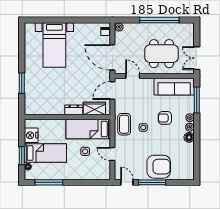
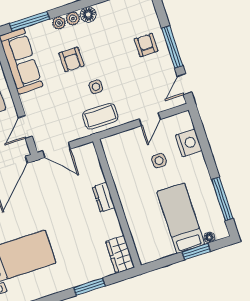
wardrobe: (94, 108) -> (120, 254), moved
bed: (88, 129) -> (125, 167), removed
nightstand: (31, 135) -> (189, 143), moved, turned -90
armchair: (159, 167) -> (146, 45), width x0.53, depth x0.53

